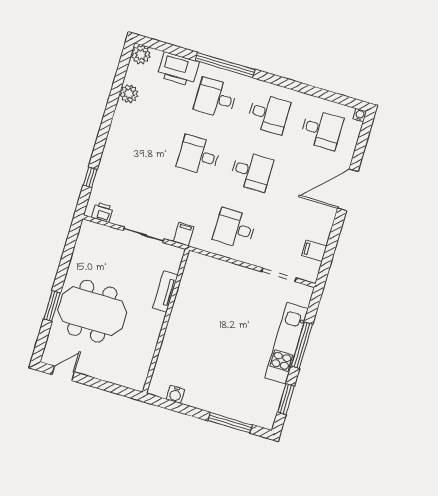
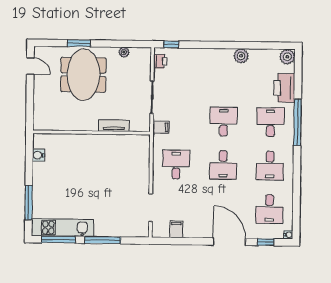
plant: (129, 94) -> (241, 56), moved
window: (361, 146) -> (266, 242), added
window: (90, 177) -> (171, 44), moved
plant: (79, 254) -> (124, 52), added
kitchen unit: (286, 343) -> (63, 228), moved
window: (286, 399) -> (58, 240), width x1.44

